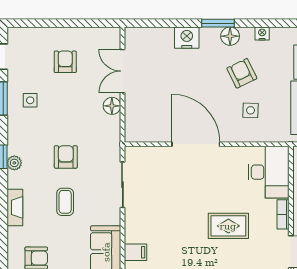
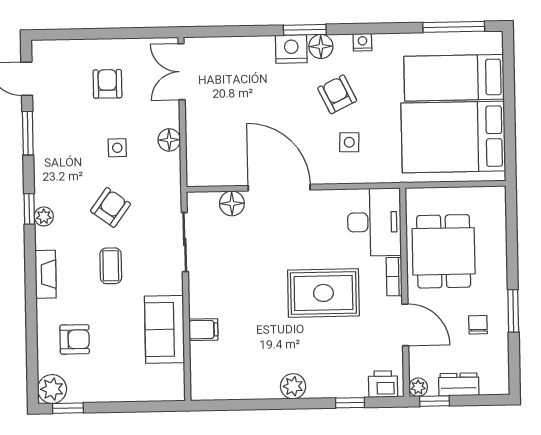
nightstand: (187, 38) -> (291, 49), moved
double door: (122, 71) -> (182, 72), moved
side table: (30, 100) -> (117, 148), moved
floor lamp: (159, 156) -> (232, 203), added
armchair: (66, 157) -> (110, 207), turned 36
rug: (228, 226) -> (323, 293), width x1.36, depth x1.43

